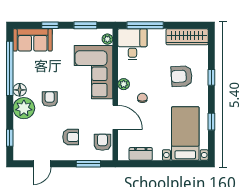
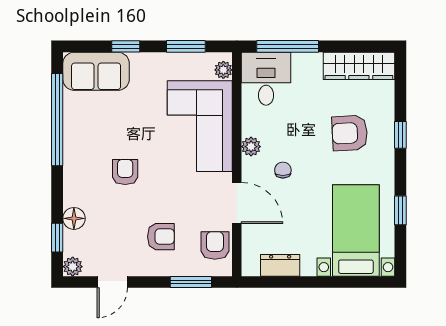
floor lamp: (20, 90) -> (74, 218), moved
plant: (24, 108) -> (73, 267), moved, width x0.53, depth x0.53

